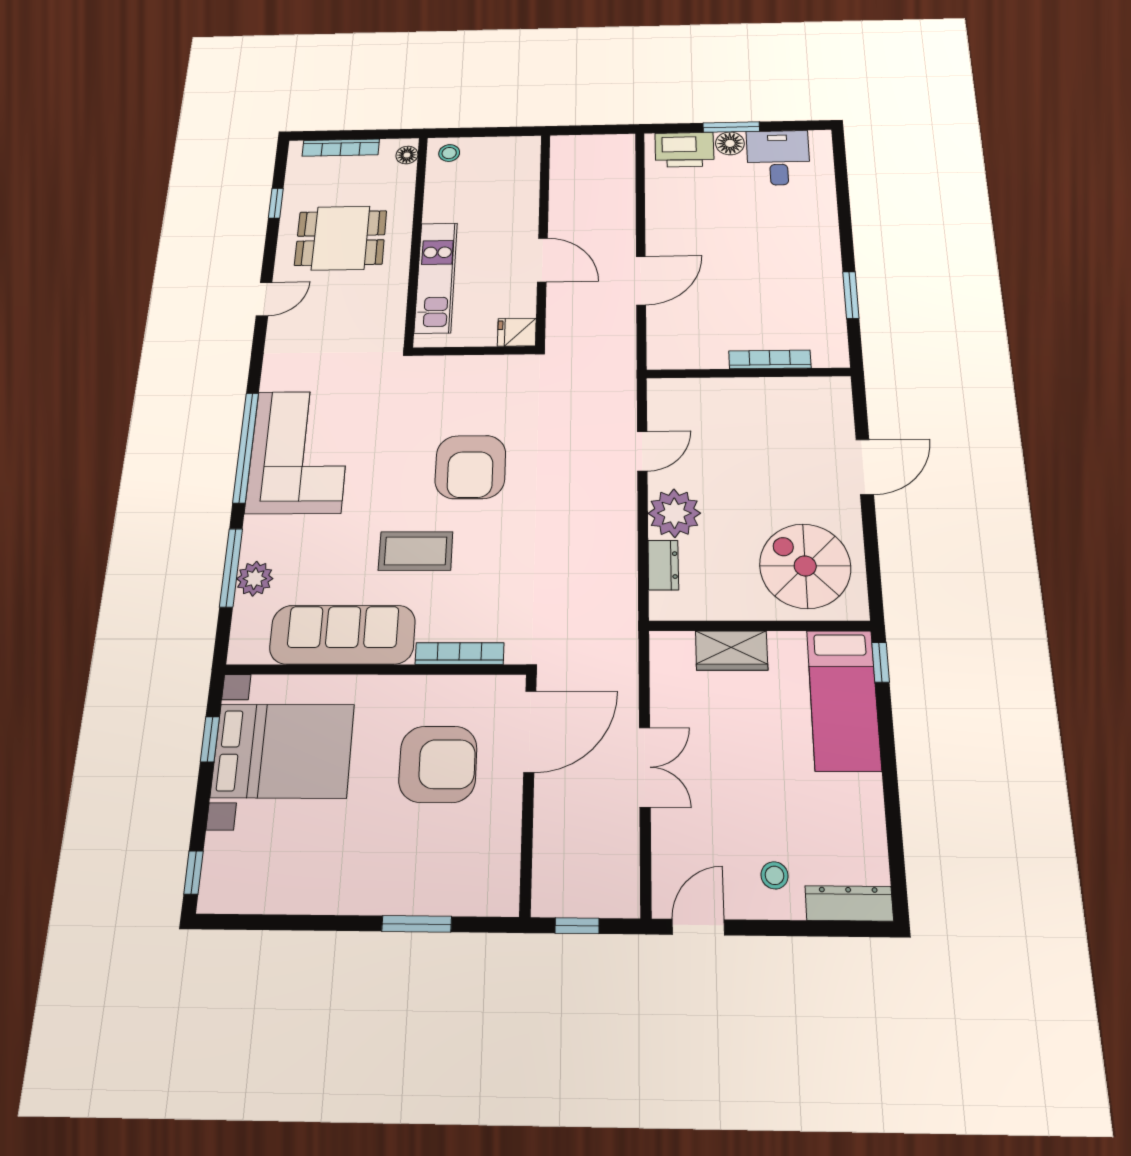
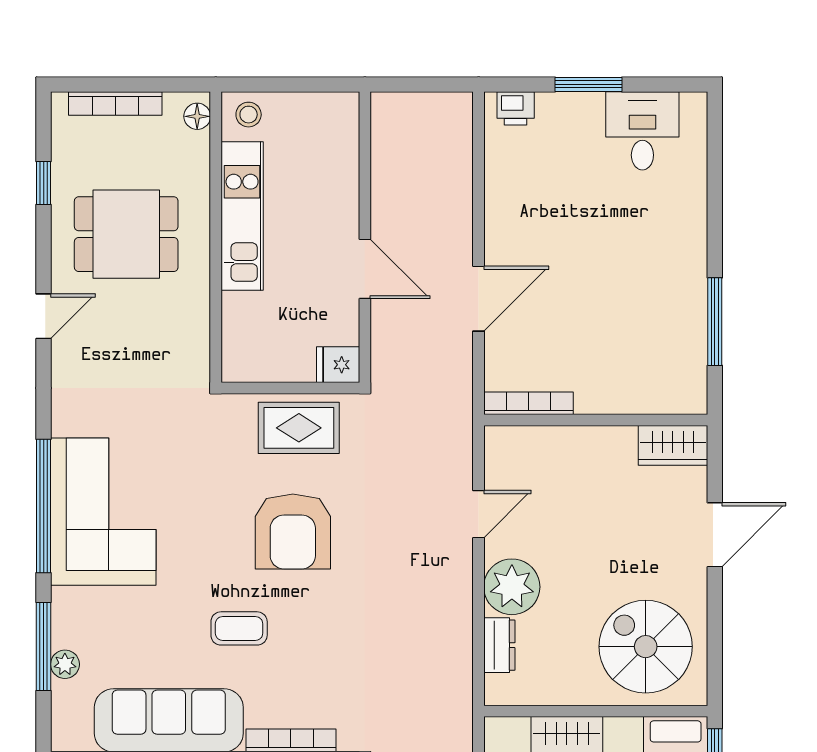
floor lamp: (730, 143) -> (586, 108), removed
printer: (684, 150) -> (516, 108), width x0.53, depth x0.68
kitchen unit: (436, 277) -> (242, 216), moved
window: (851, 295) -> (715, 322), width x1.44
bookcase: (770, 359) -> (528, 403), moved
rug: (480, 382) -> (299, 428), added
wardrobe: (820, 393) -> (673, 445), added
coffee table: (416, 551) -> (239, 628), width x0.73, depth x0.77
plant: (255, 579) -> (65, 664), width x0.73, depth x0.73

